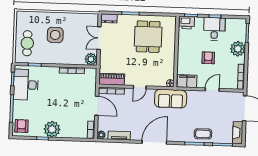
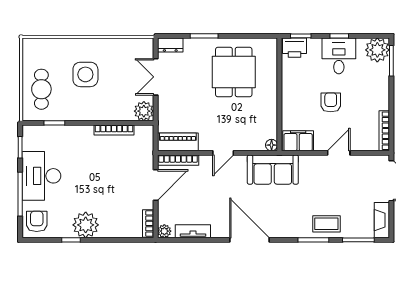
plant: (238, 49) -> (377, 50), moved
desk: (26, 85) -> (41, 176), moved
door: (97, 106) -> (156, 185), hinge flipped
door: (154, 142) -> (249, 240), hinge flipped

